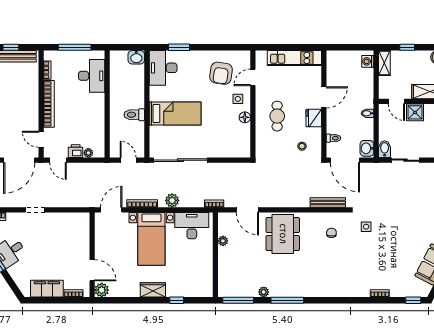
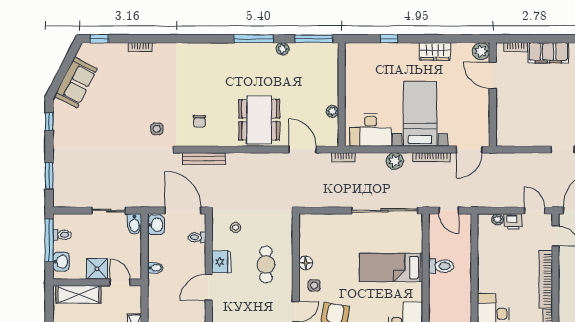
wardrobe: (153, 290) -> (435, 51), moved

